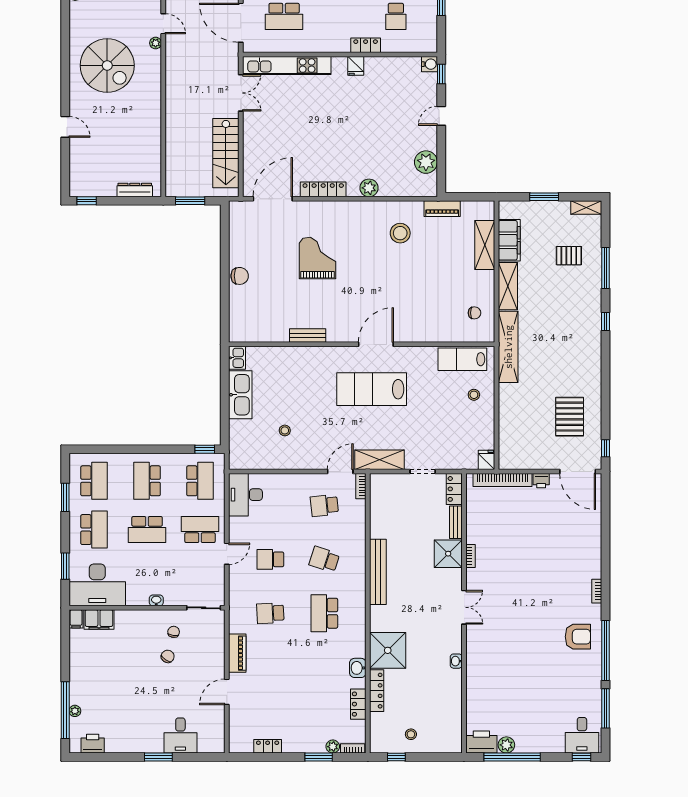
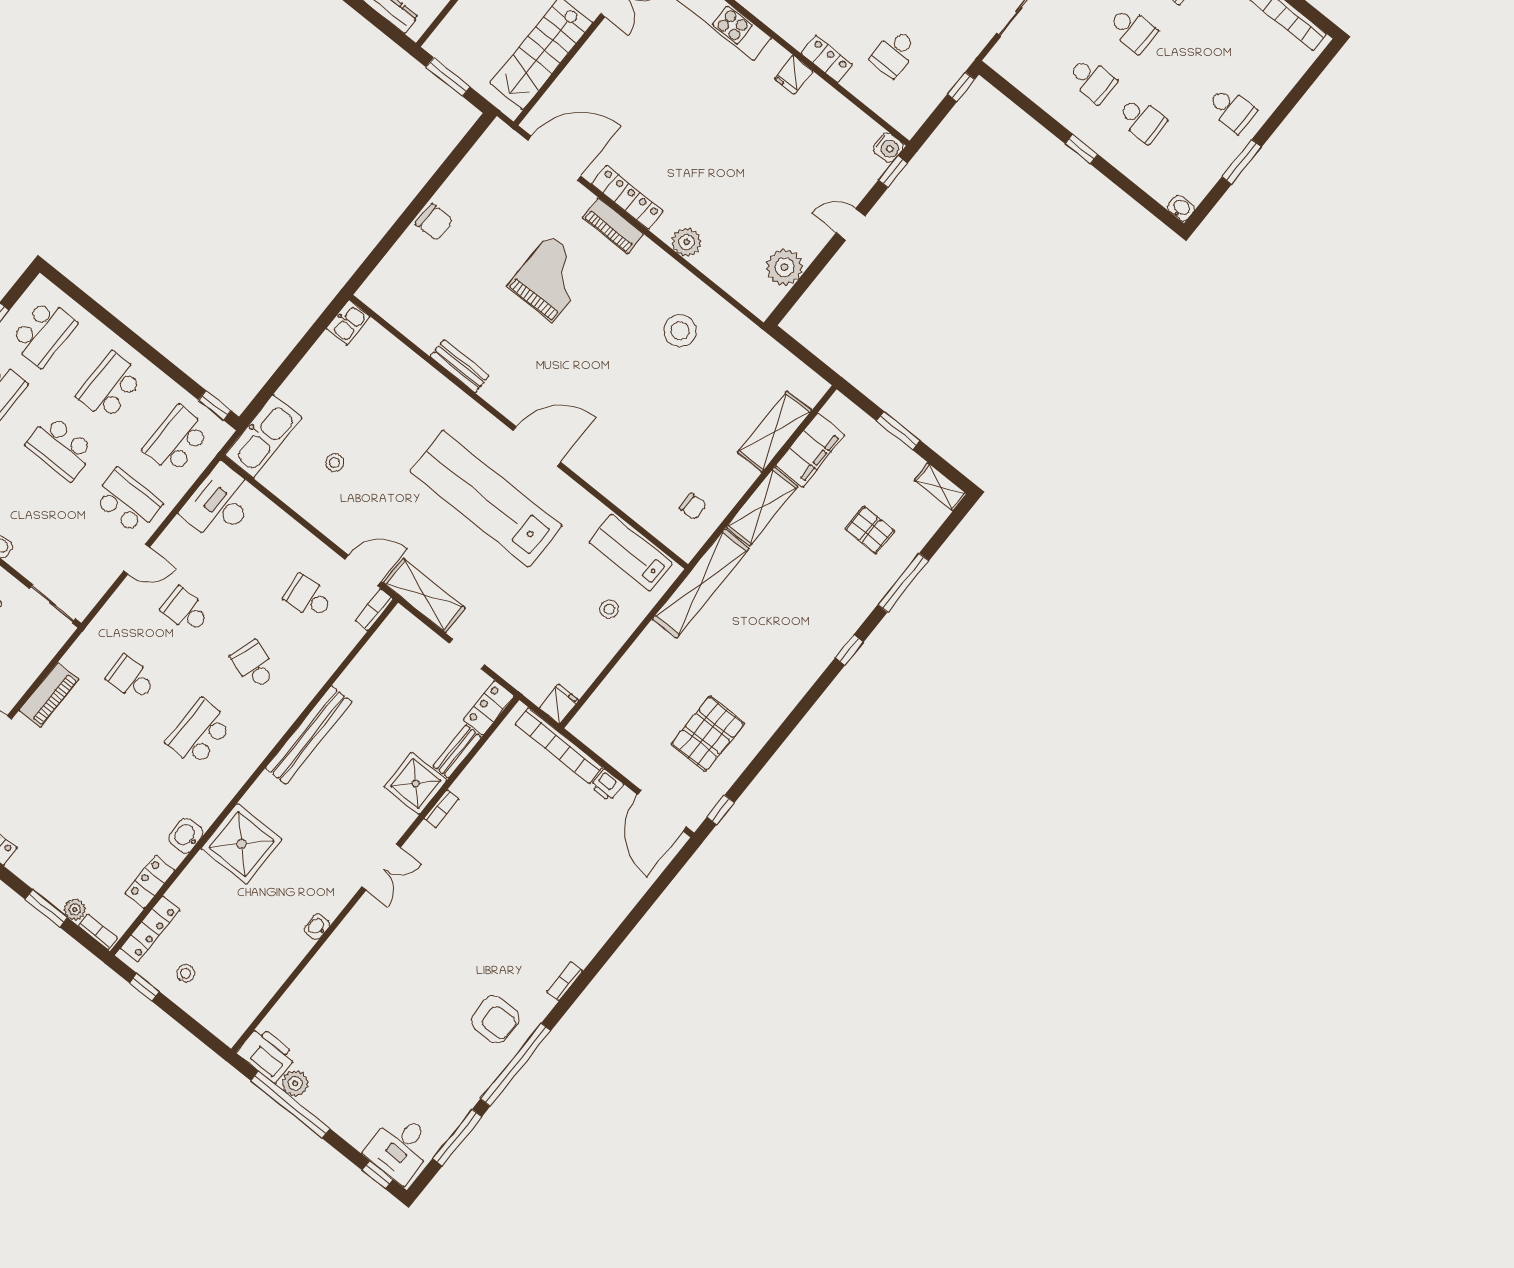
piano: (442, 209) -> (613, 226), moved
lab bench: (372, 389) -> (486, 499), width x1.36
kitchen sink: (240, 395) -> (263, 436), moved
school desk: (200, 481) -> (177, 440), turned 180
locker: (377, 691) -> (150, 929), moved

